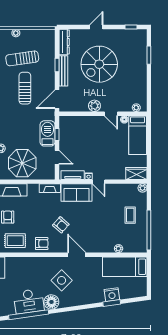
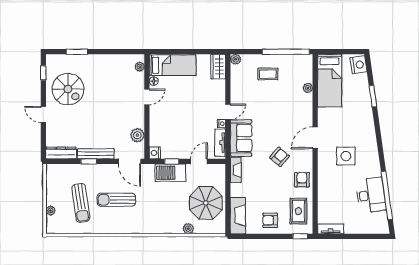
spiral stairs: (99, 64) -> (68, 89), moved, width x0.73, depth x0.73
plant: (94, 106) -> (137, 135), moved
nightstand: (64, 120) -> (155, 153), added
side table: (62, 280) -> (346, 156), turned 45
nightstand: (112, 295) -> (359, 65), moved
floor lamp: (51, 302) -> (372, 168), removed

